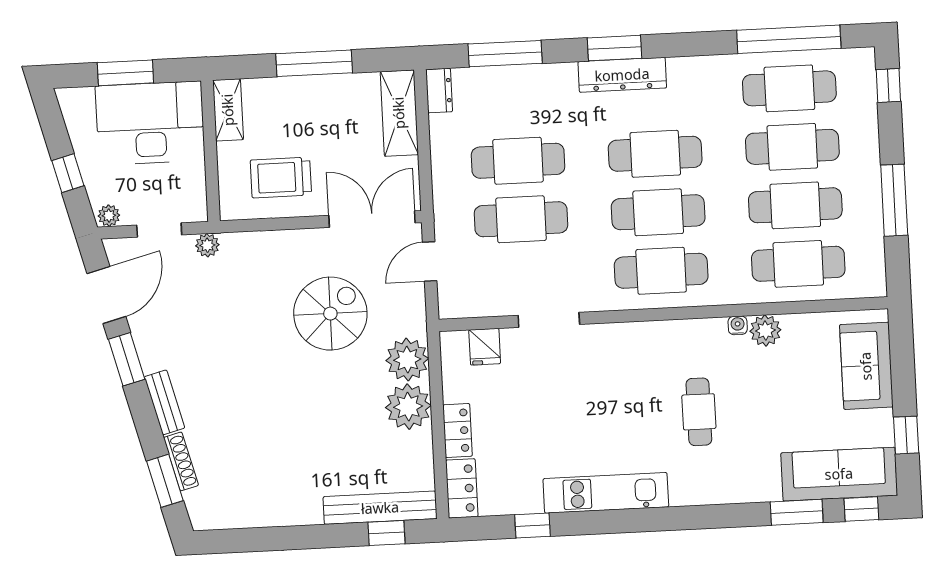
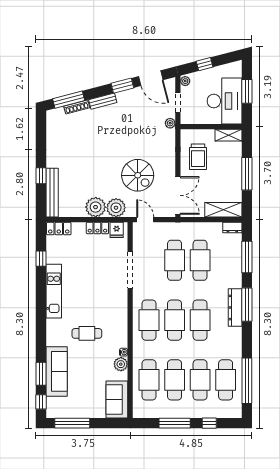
window: (614, 48) -> (247, 305), width x1.44
window: (888, 85) -> (209, 423), moved
trolley: (281, 177) -> (198, 157), turned 180
door: (430, 261) -> (145, 220), moved
doorway: (549, 320) -> (130, 270), width x1.36
fridge: (485, 347) -> (117, 230), moved, turned -90
sofa: (866, 366) -> (117, 399), moved, turned -90
locker: (458, 430) -> (97, 228), moved
window: (906, 435) -> (72, 423), width x2.17
sofa: (839, 474) -> (57, 371), moved
window: (165, 481) -> (69, 100), width x1.44
window: (387, 533) -> (41, 176), moved

